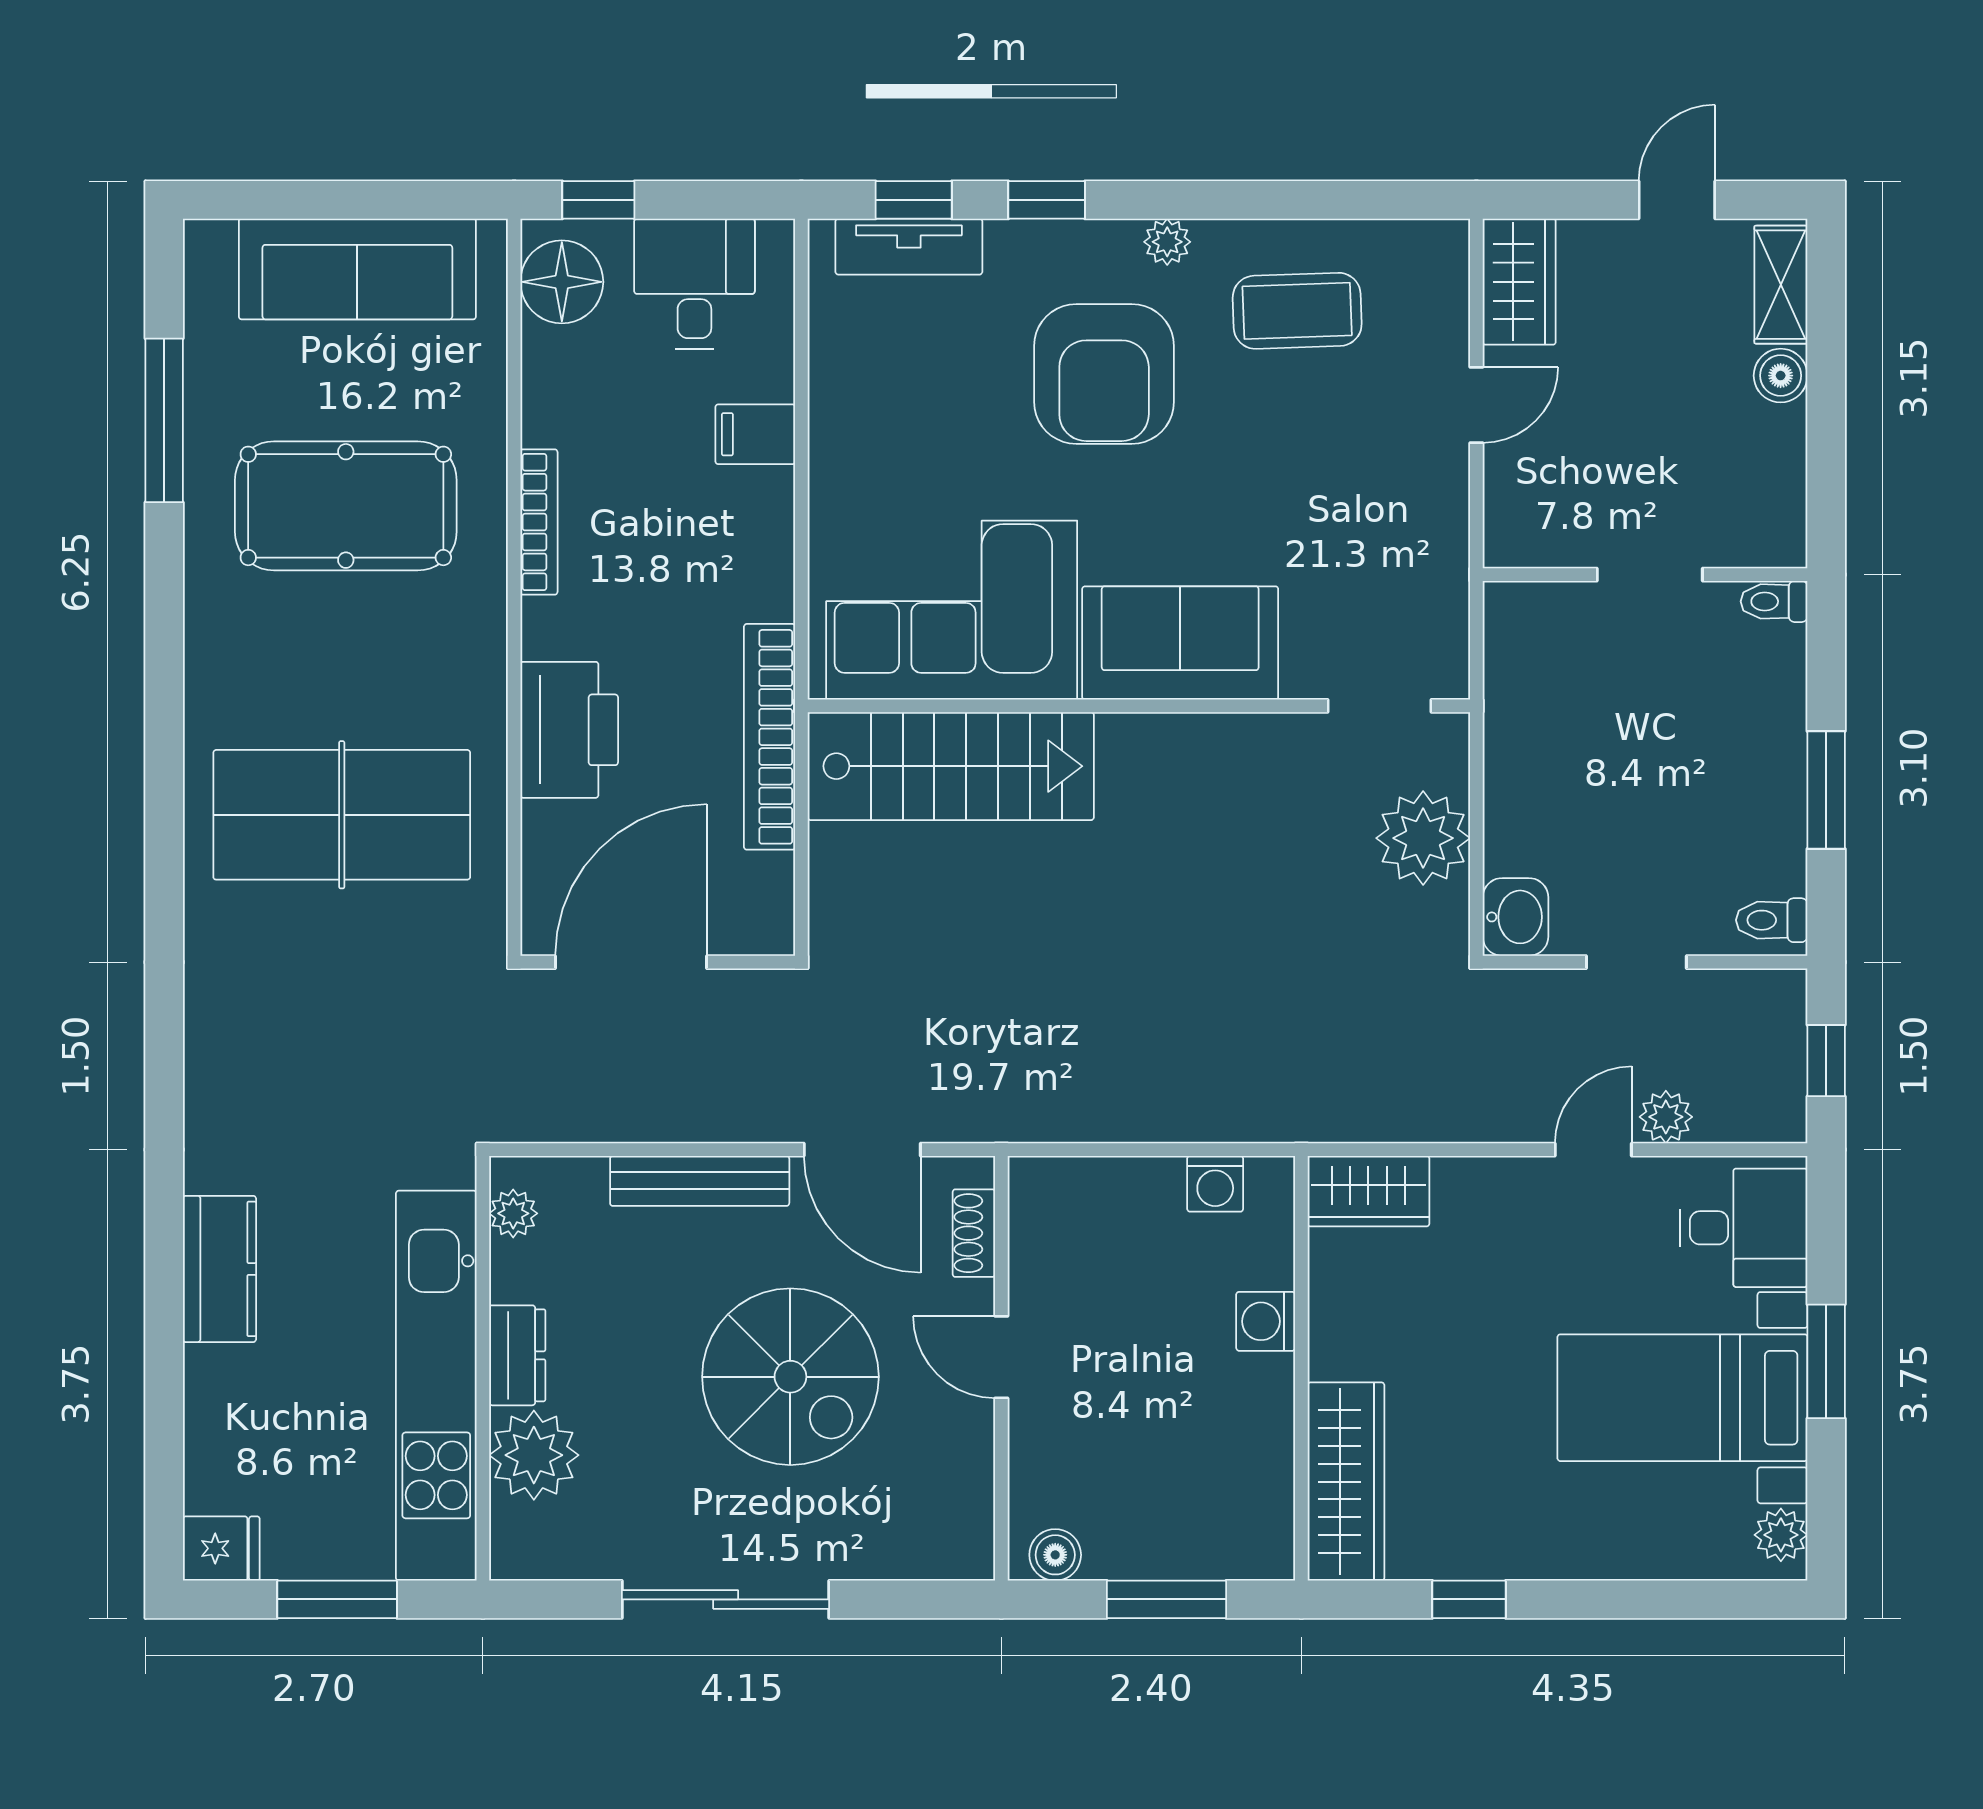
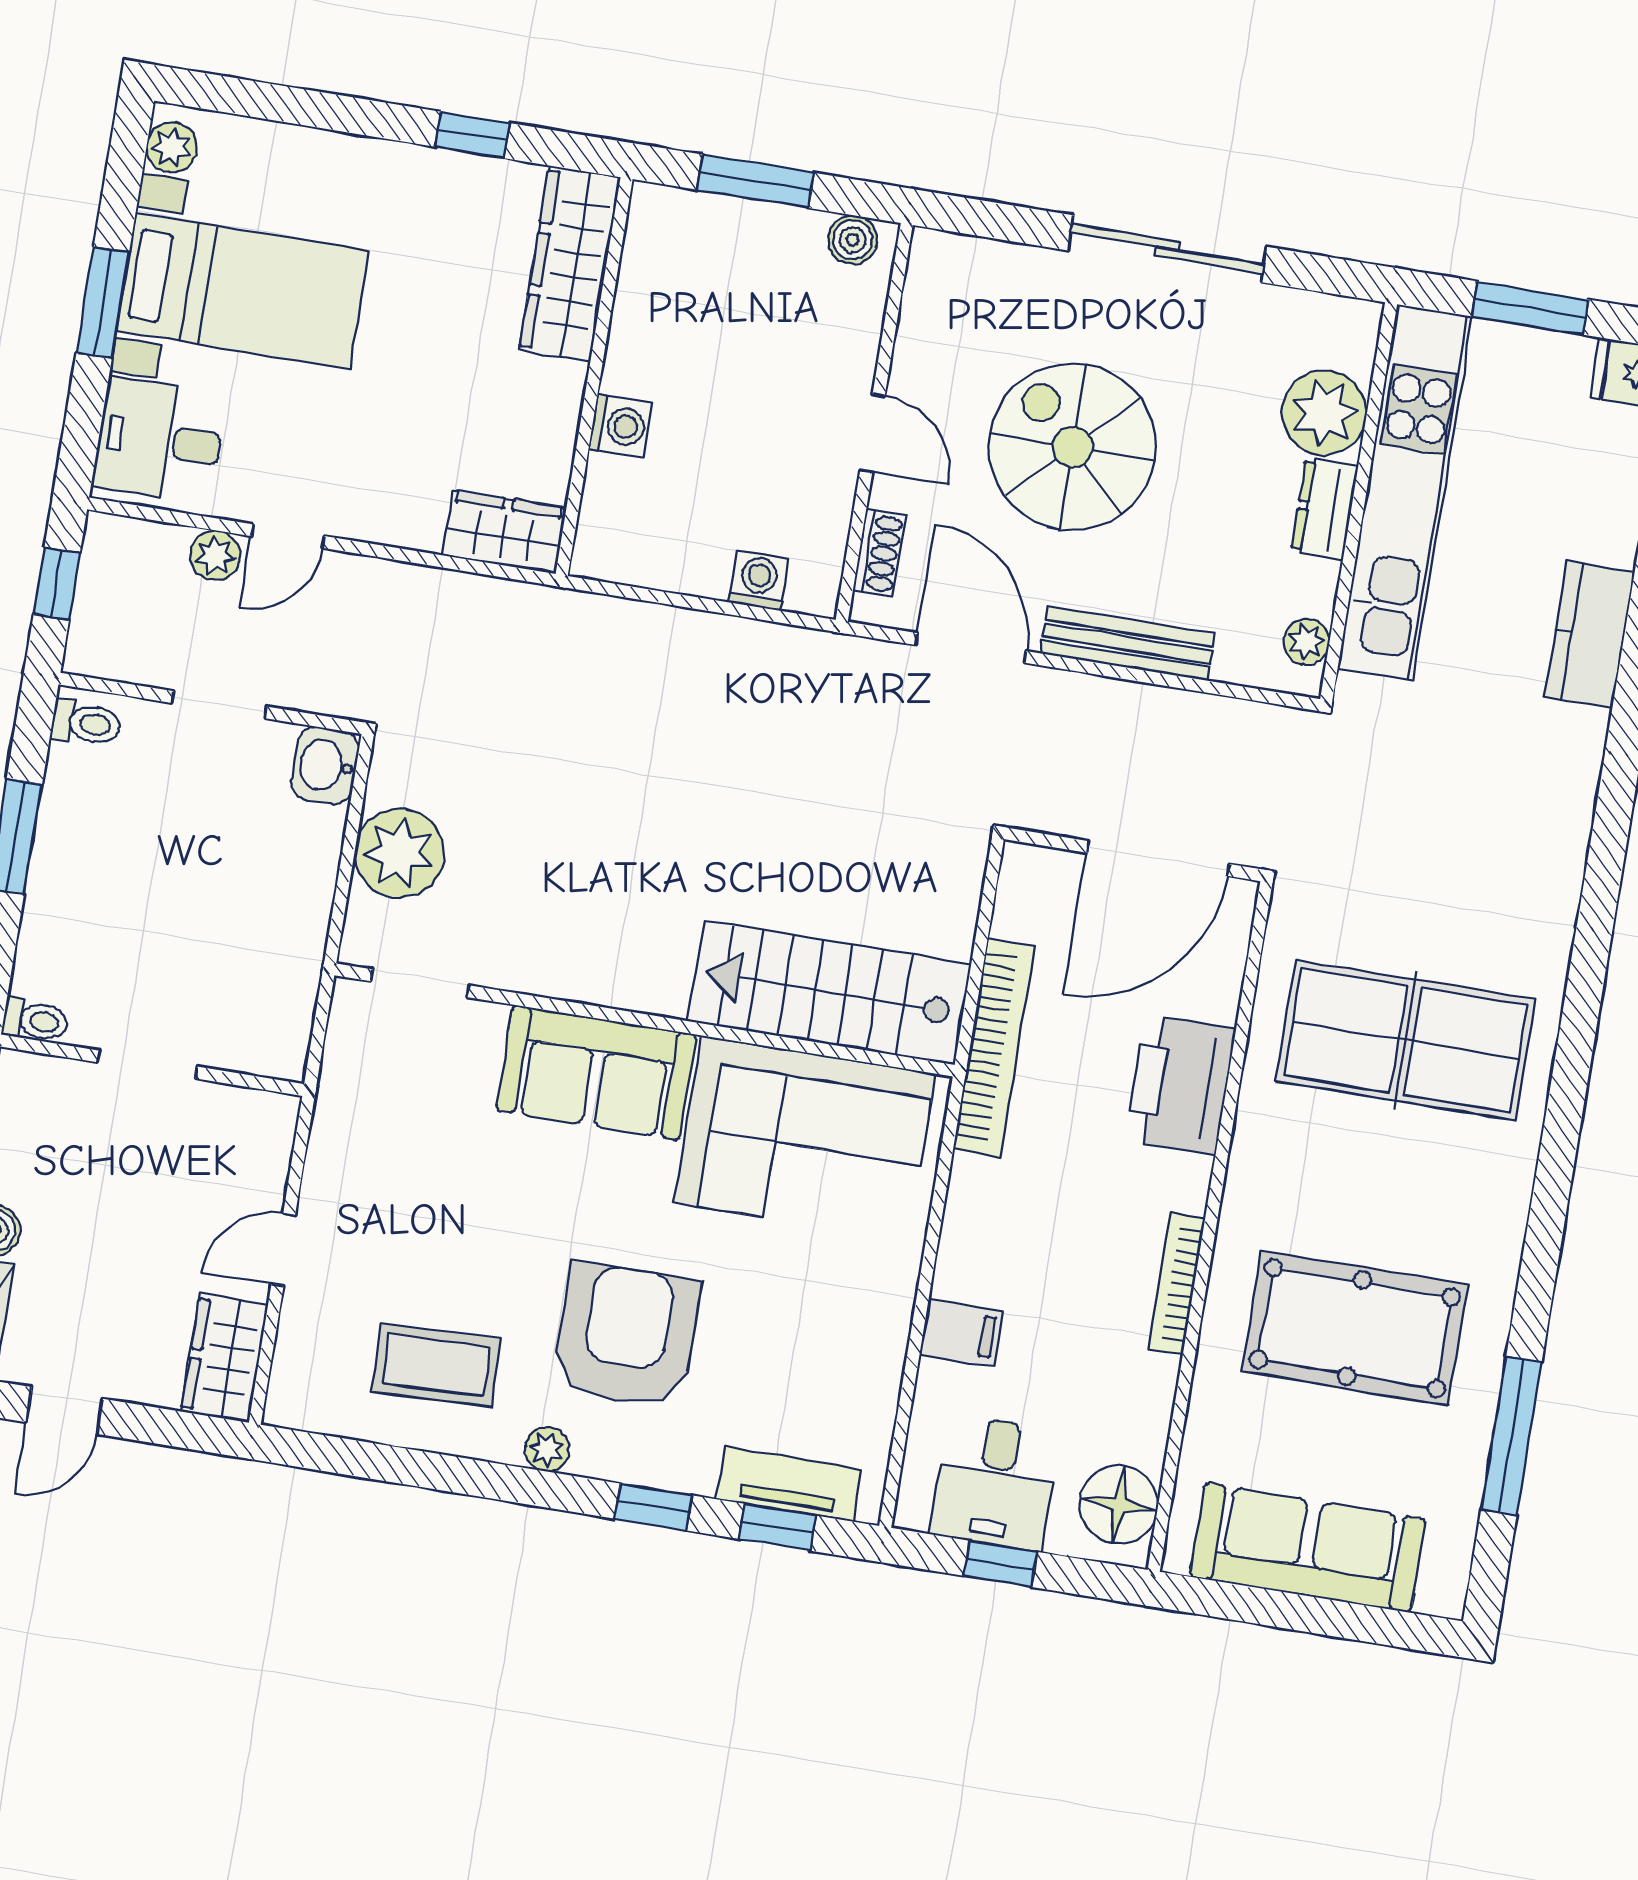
window: (598, 200) -> (1001, 1564), moved
washing machine: (1215, 1184) -> (759, 580), moved

